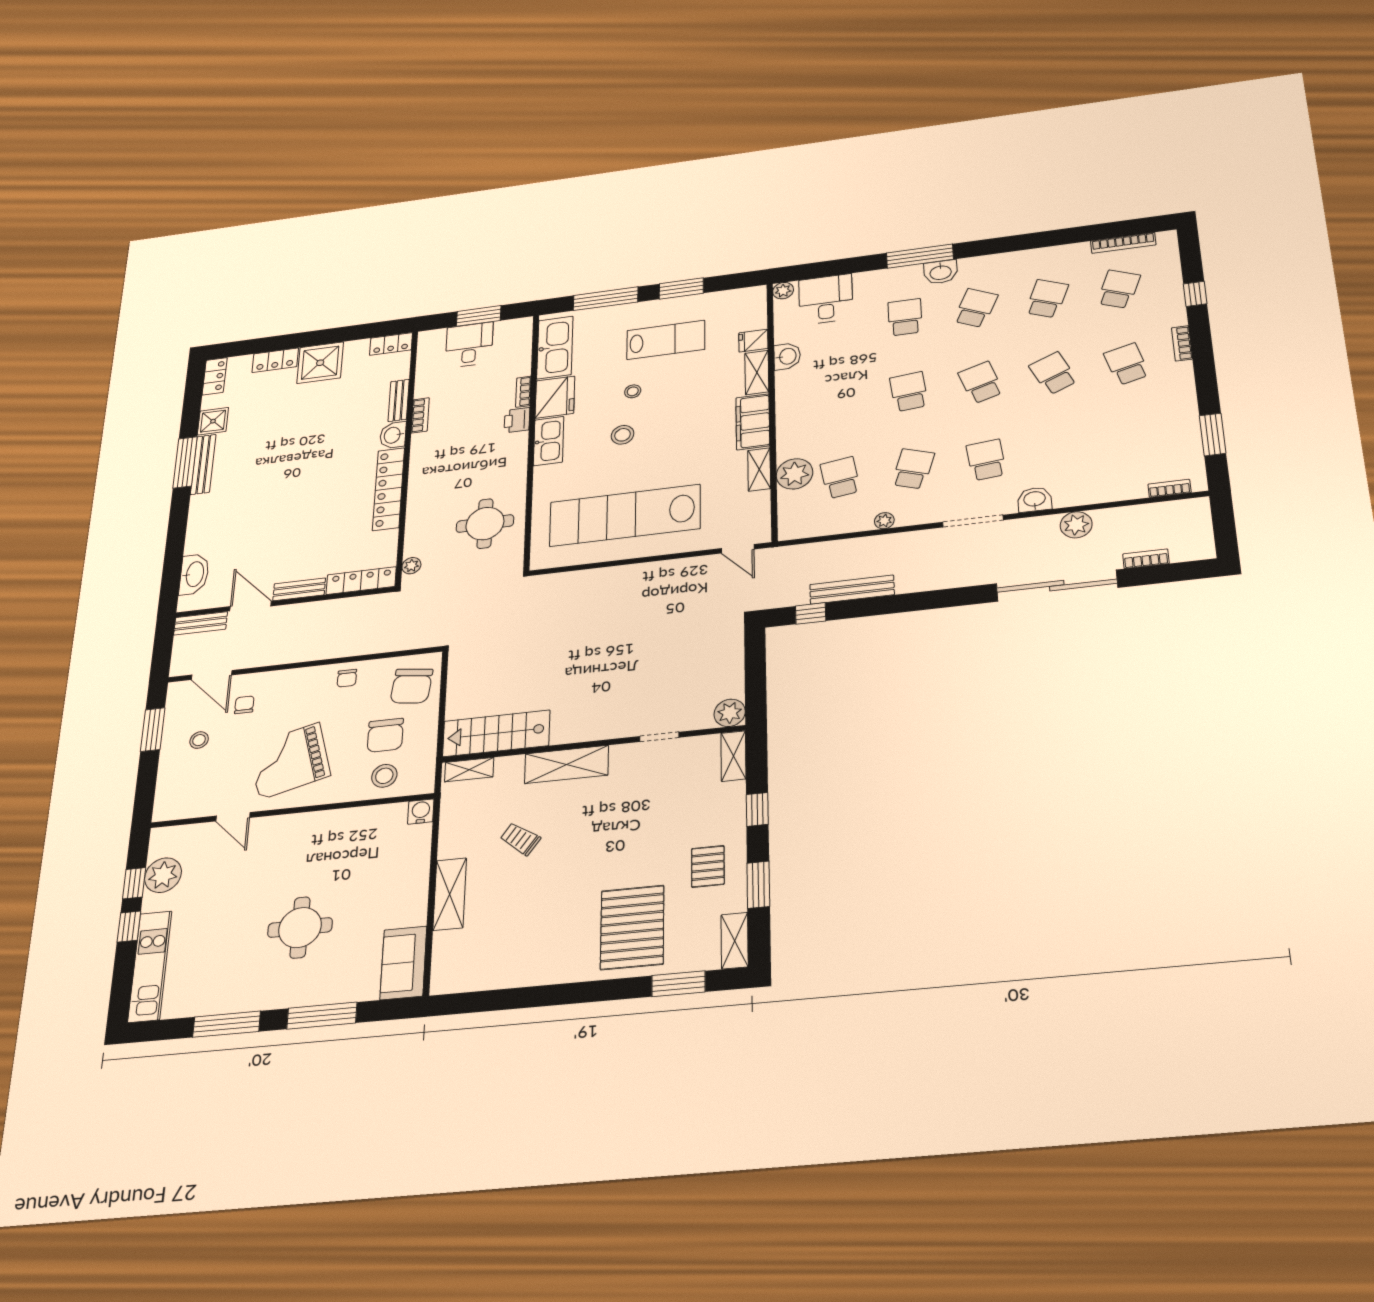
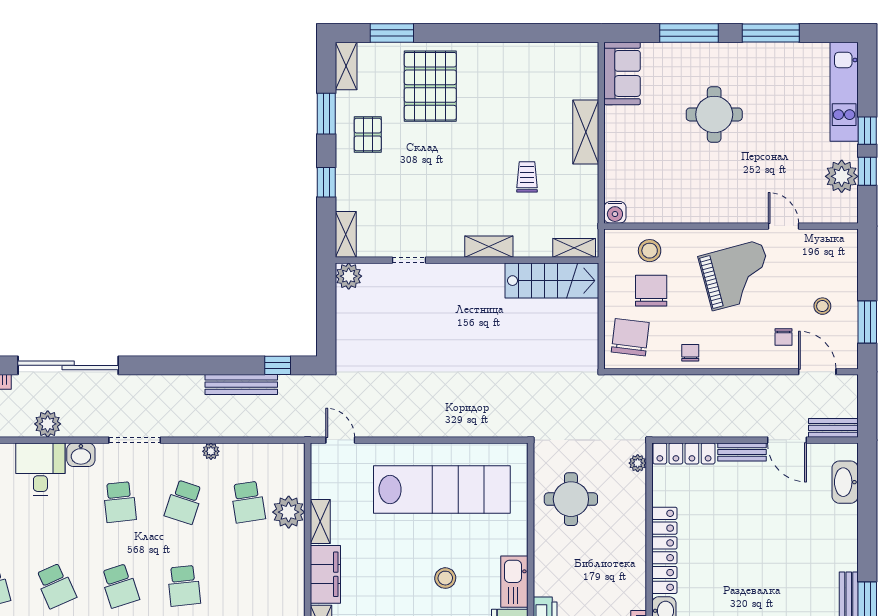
desk: (1081, 480) -> (40, 469), added
shelving: (566, 764) -> (489, 247), width x0.67, depth x0.75
trolley: (520, 839) -> (527, 177), turned -126

